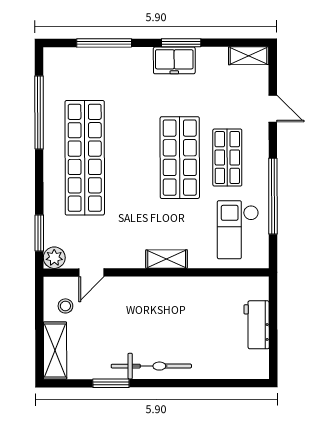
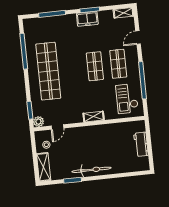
door: (273, 109) -> (138, 37), swing flipped
shop shelf: (180, 158) -> (95, 66), width x0.70, depth x0.74

